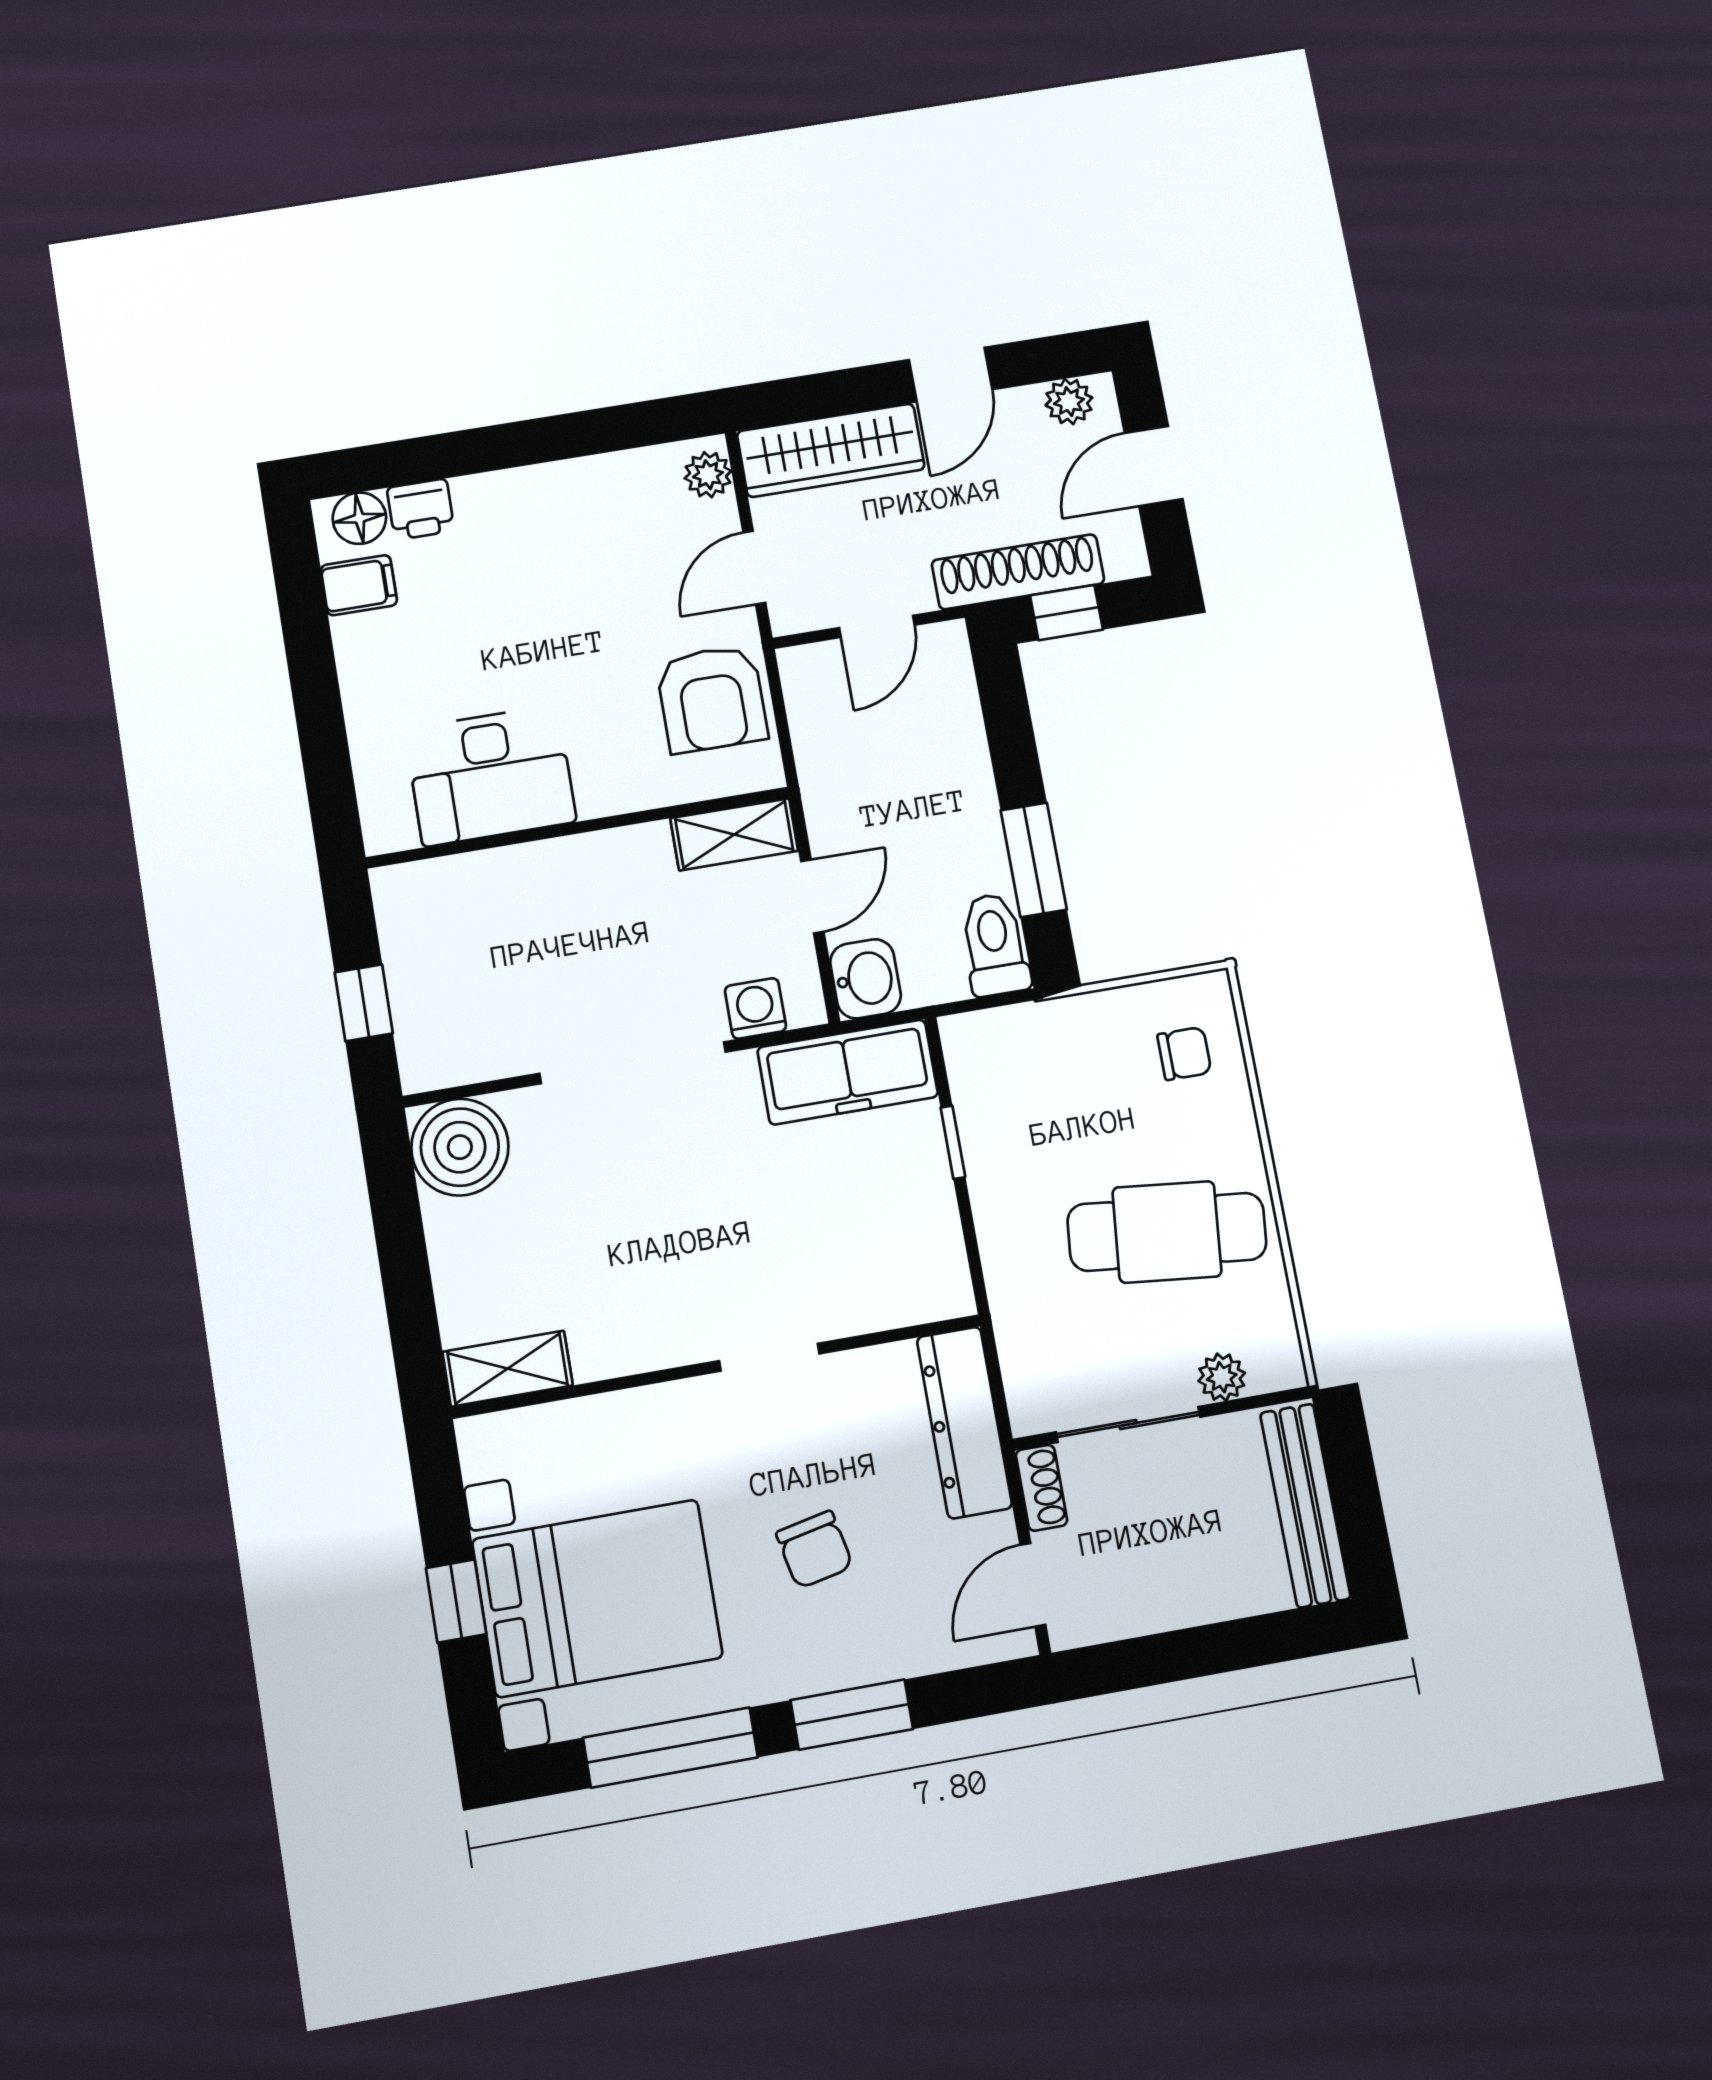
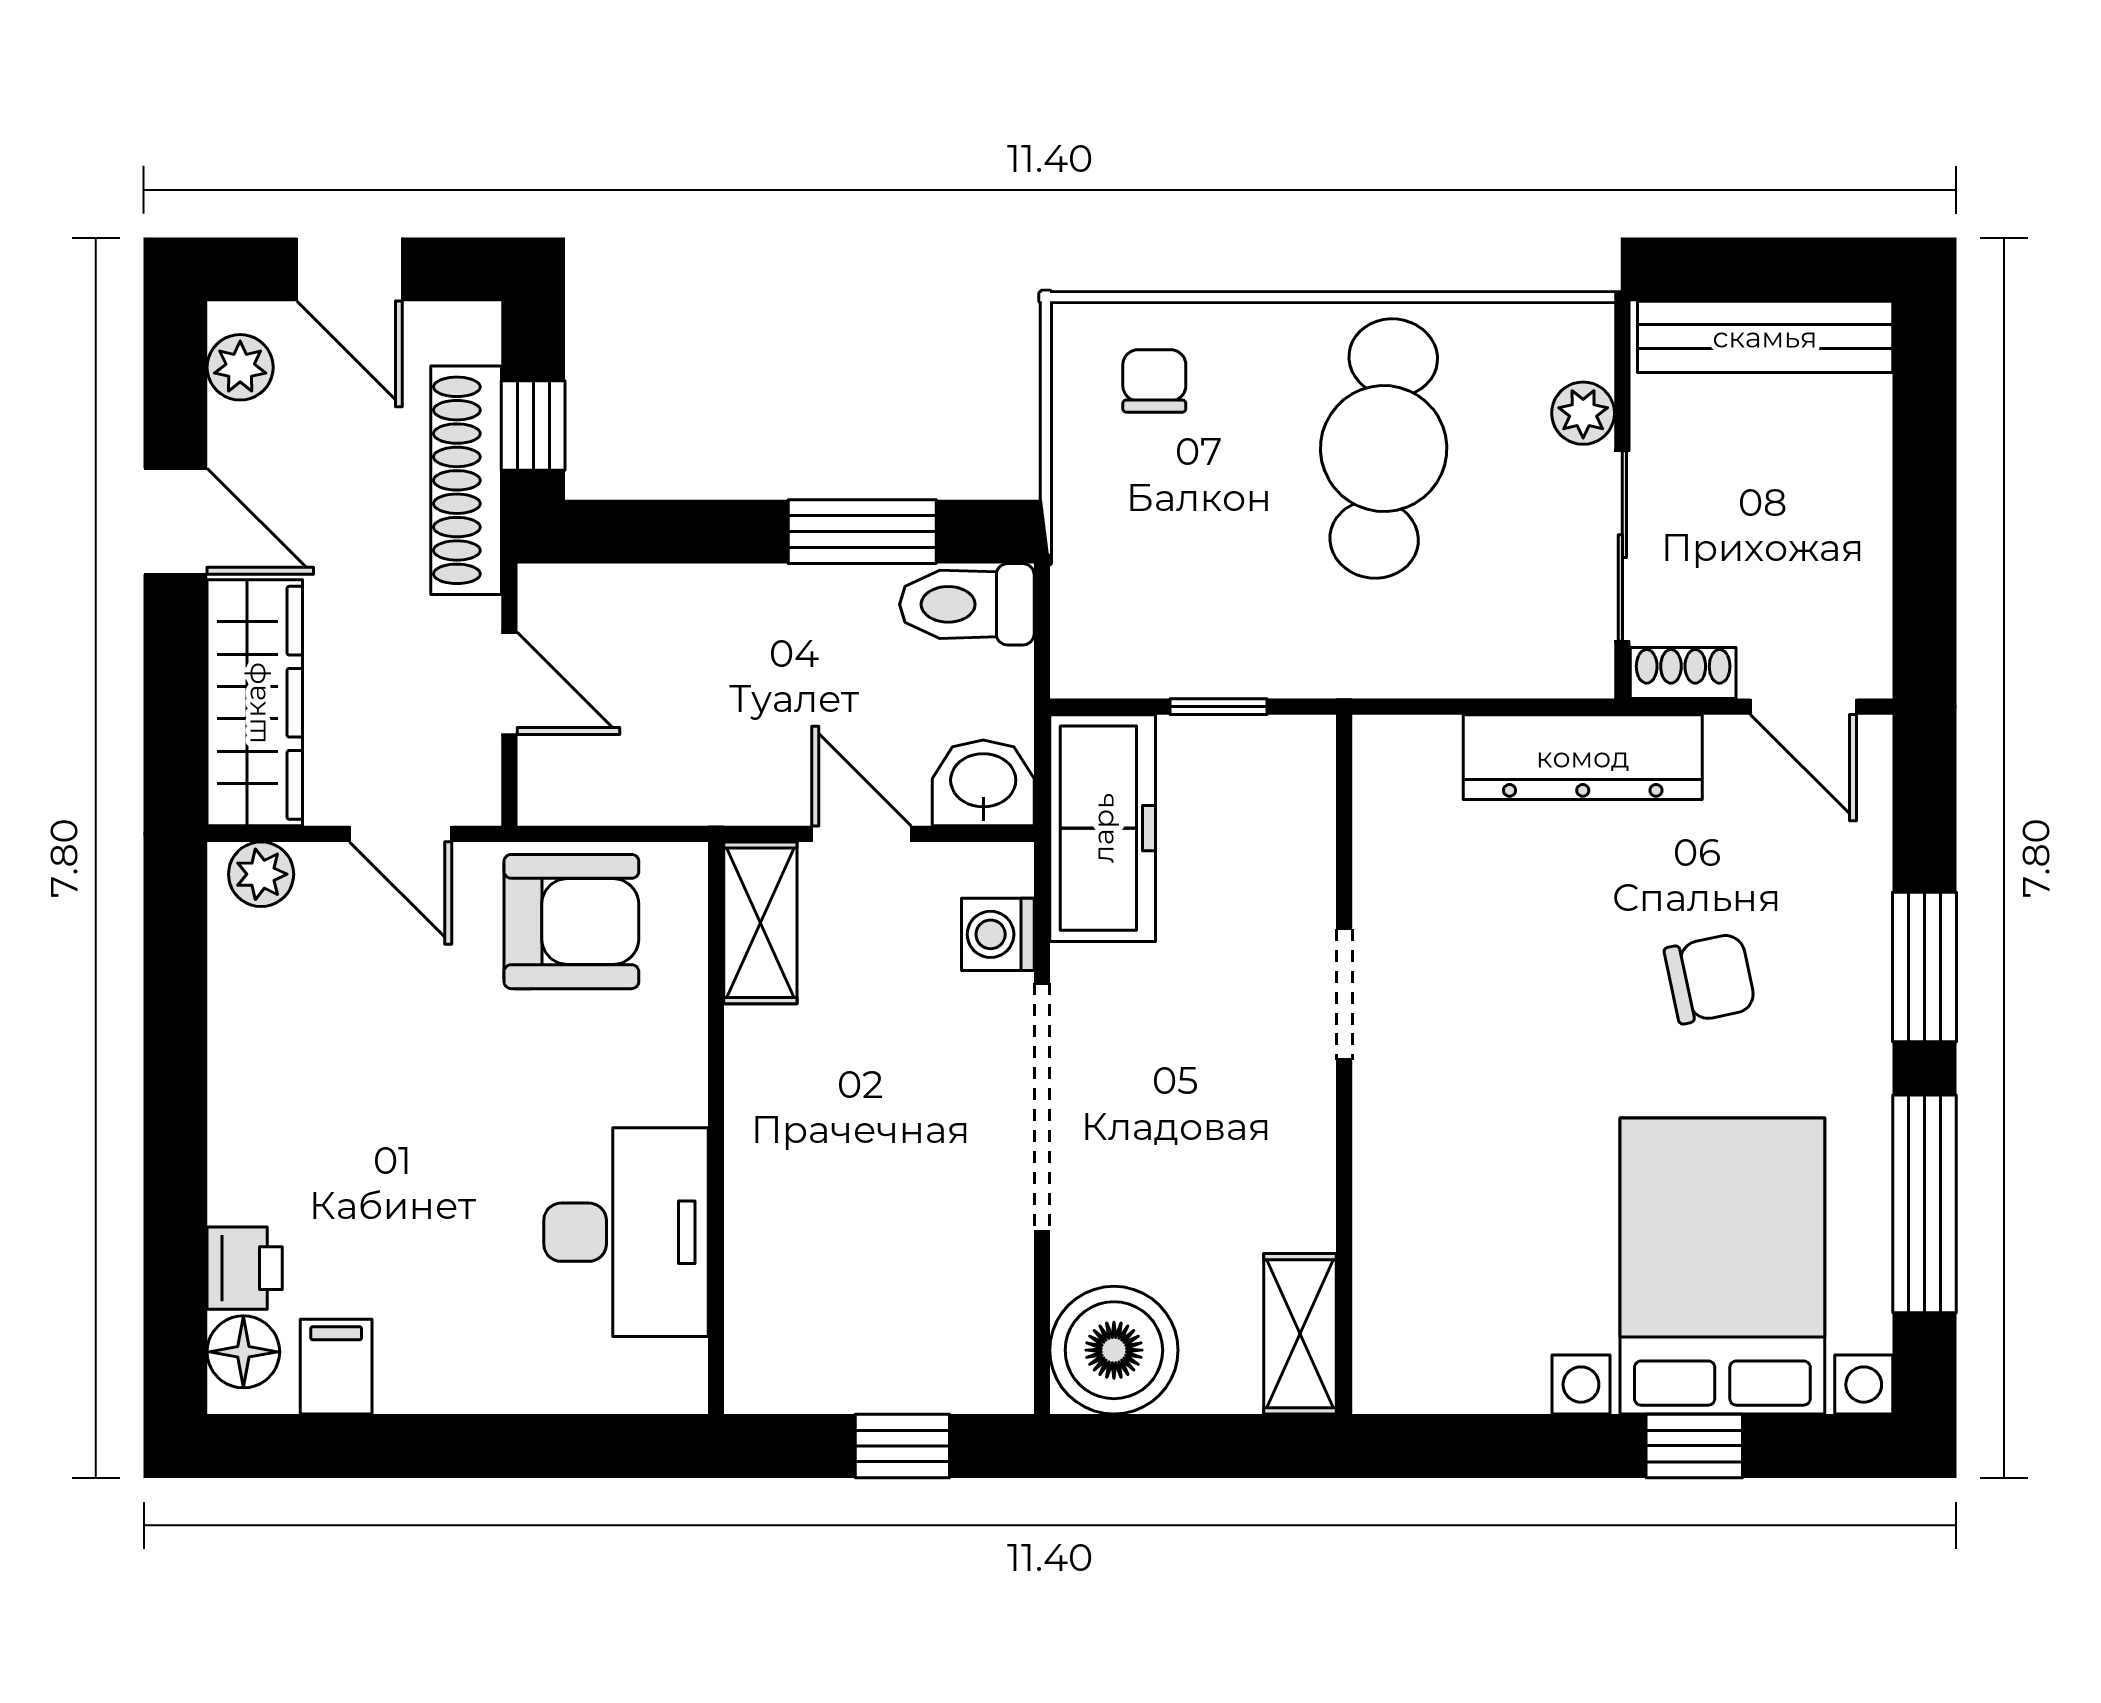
doorway: (769, 1357) -> (1344, 994), moved
wall: (717, 1366) -> (1344, 1064), moved
shelving: (508, 1369) -> (1300, 1334), moved

